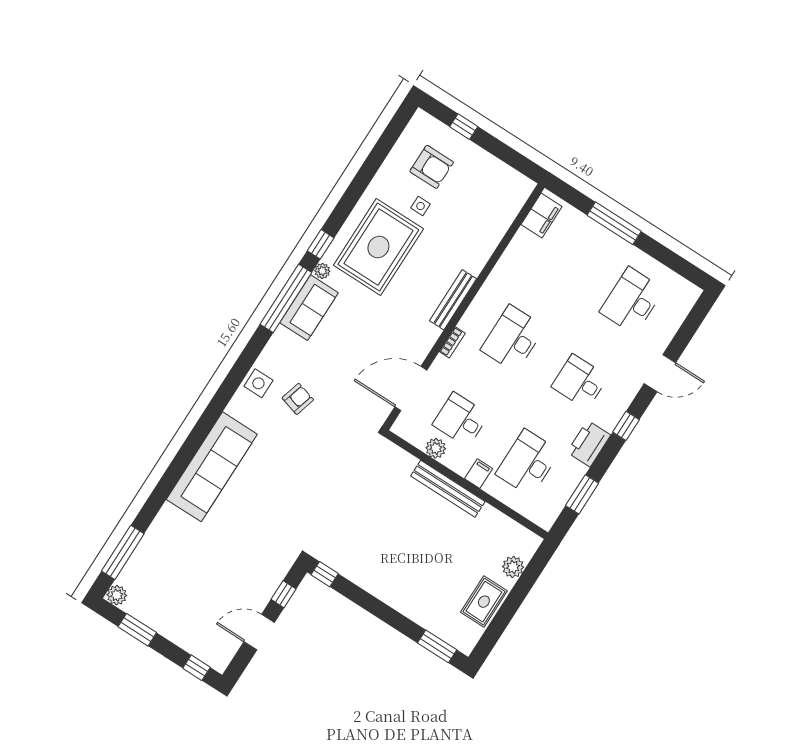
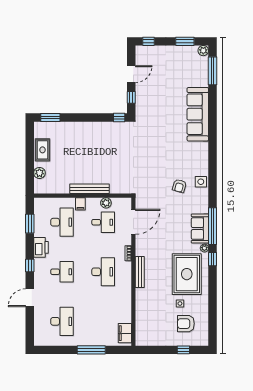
sofa: (212, 467) -> (198, 114), moved

